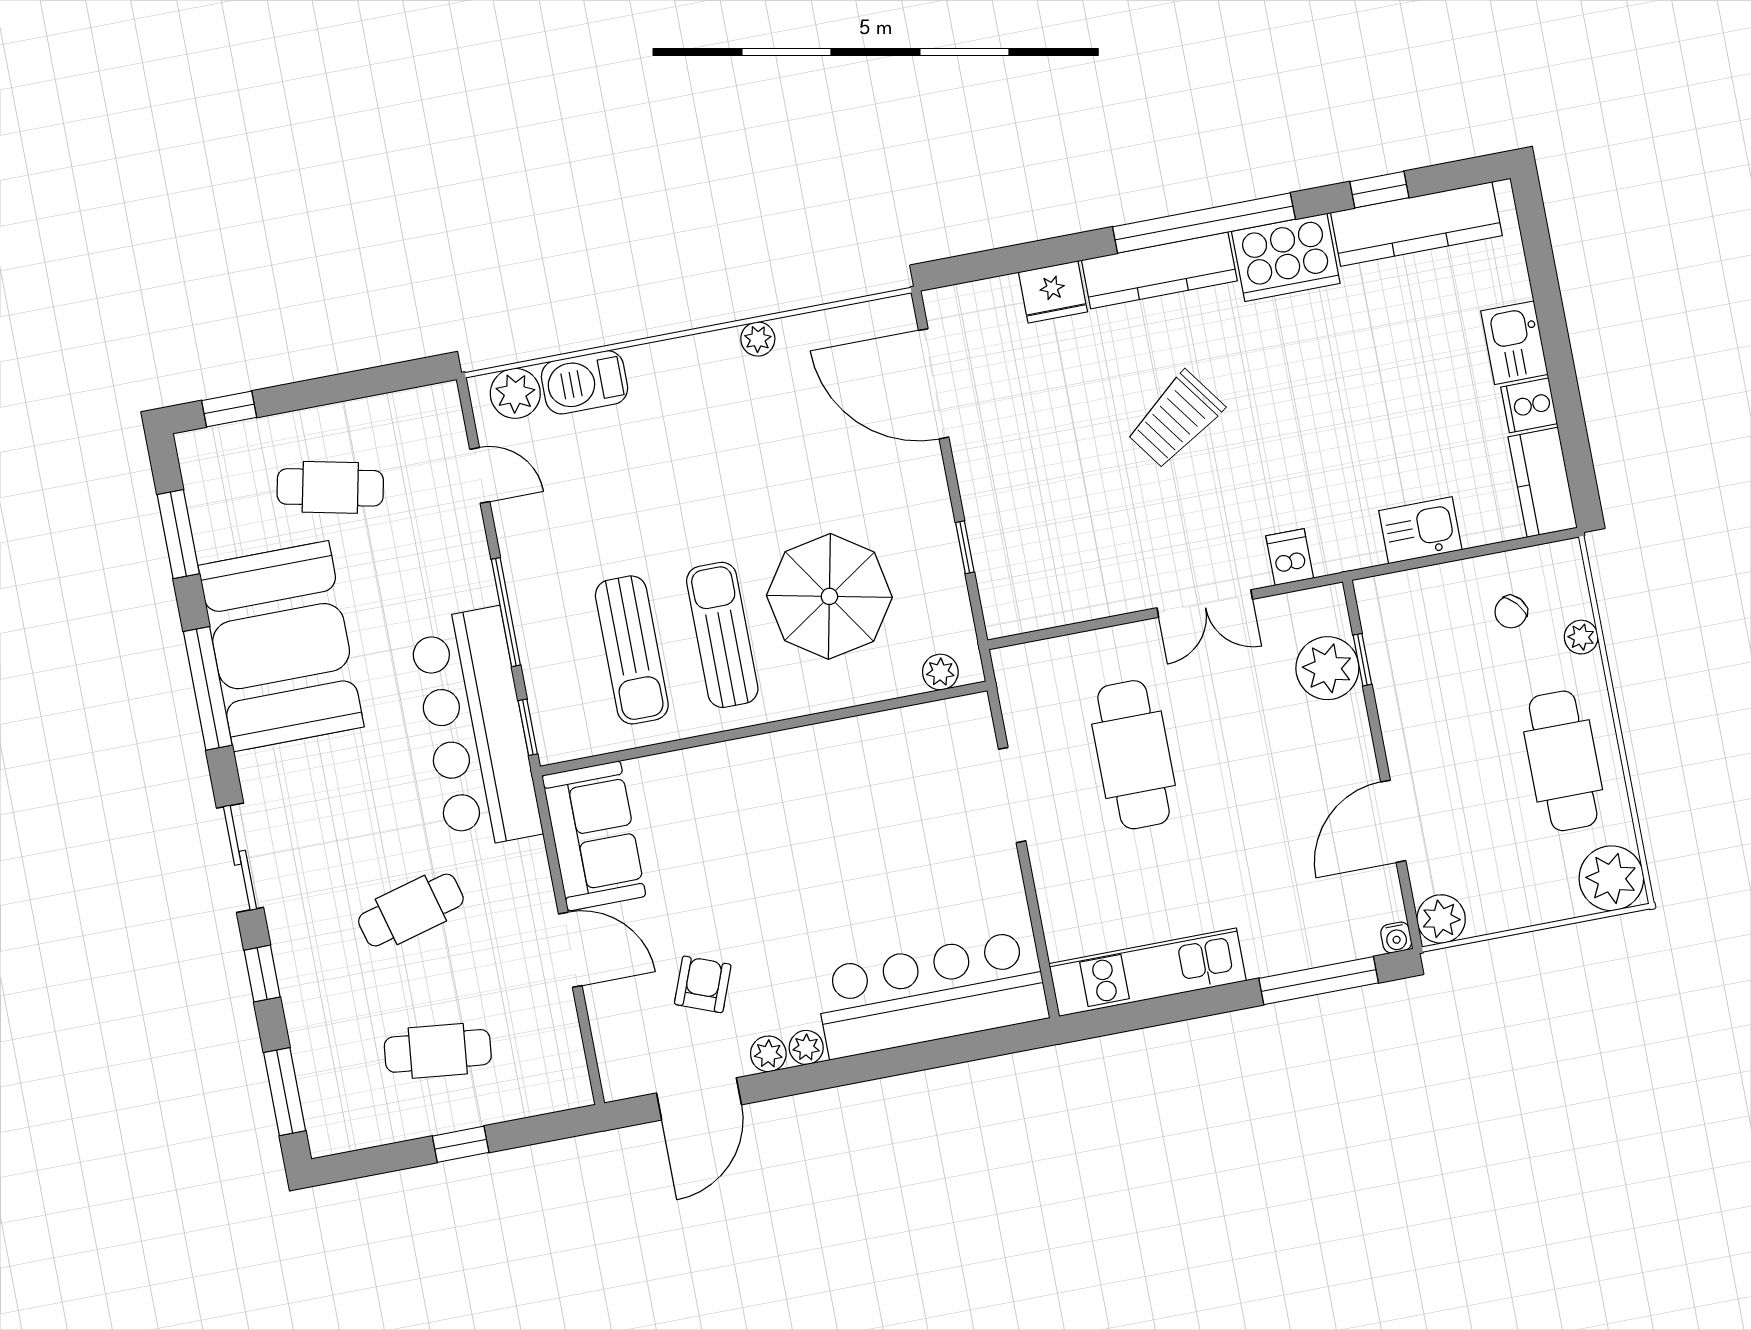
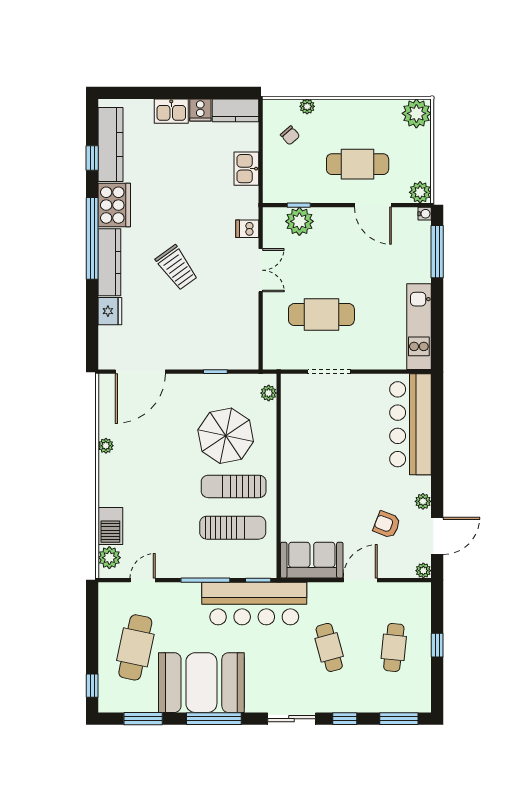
cafe table: (330, 487) -> (135, 647), width x1.37, depth x1.35
cafe table: (1563, 761) -> (358, 164), moved
plant: (806, 1047) -> (423, 571), moved
door: (699, 1099) -> (437, 536), hinge flipped

